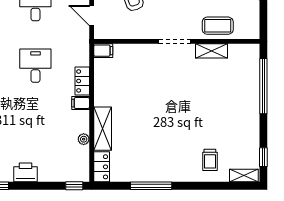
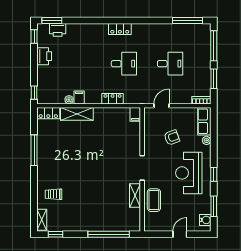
filing cabinet: (81, 103) -> (79, 97), moved

